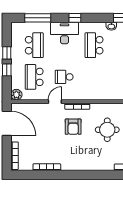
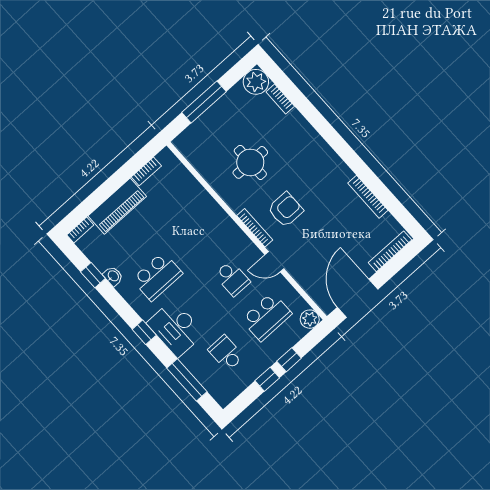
school desk: (34, 45) -> (226, 353), width x0.54

